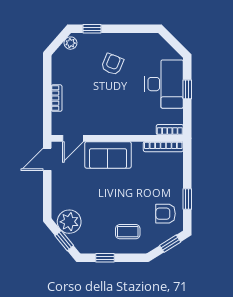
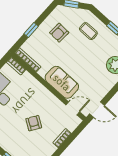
armchair: (112, 64) -> (34, 123), moved, turned 101
window: (187, 199) -> (31, 30), moved
armchair: (166, 214) -> (59, 33), moved, turned 93

